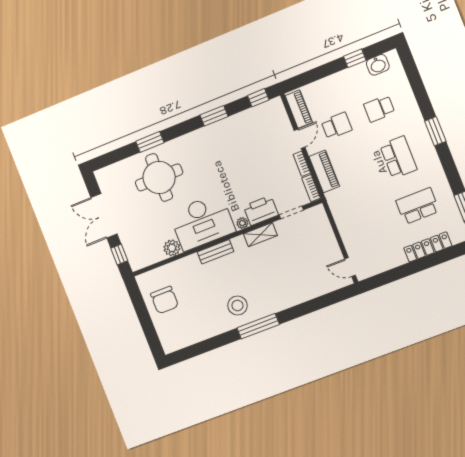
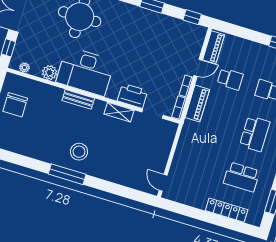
school desk: (418, 206) -> (242, 177), turned 180
plant: (242, 223) -> (24, 67), moved
stool: (237, 305) -> (79, 152), moved

